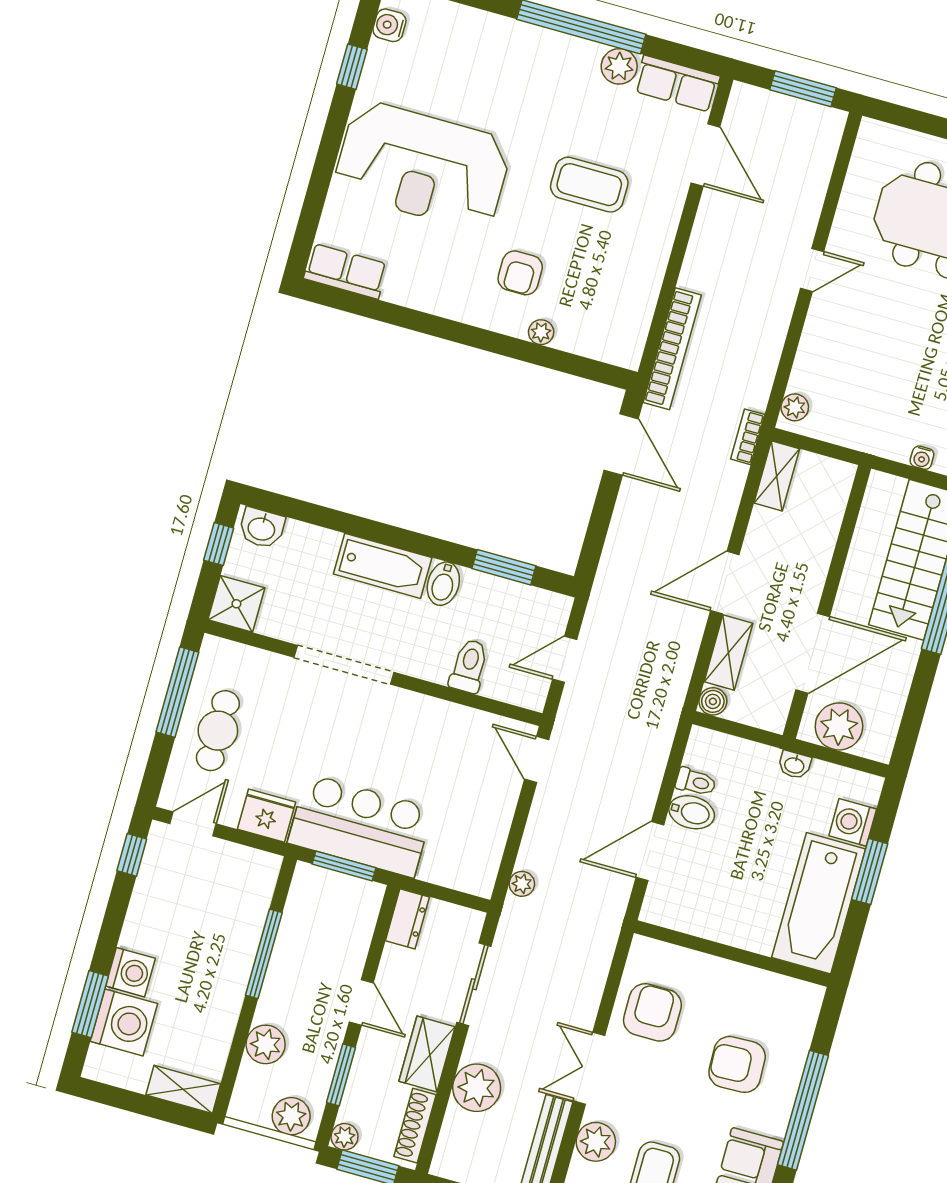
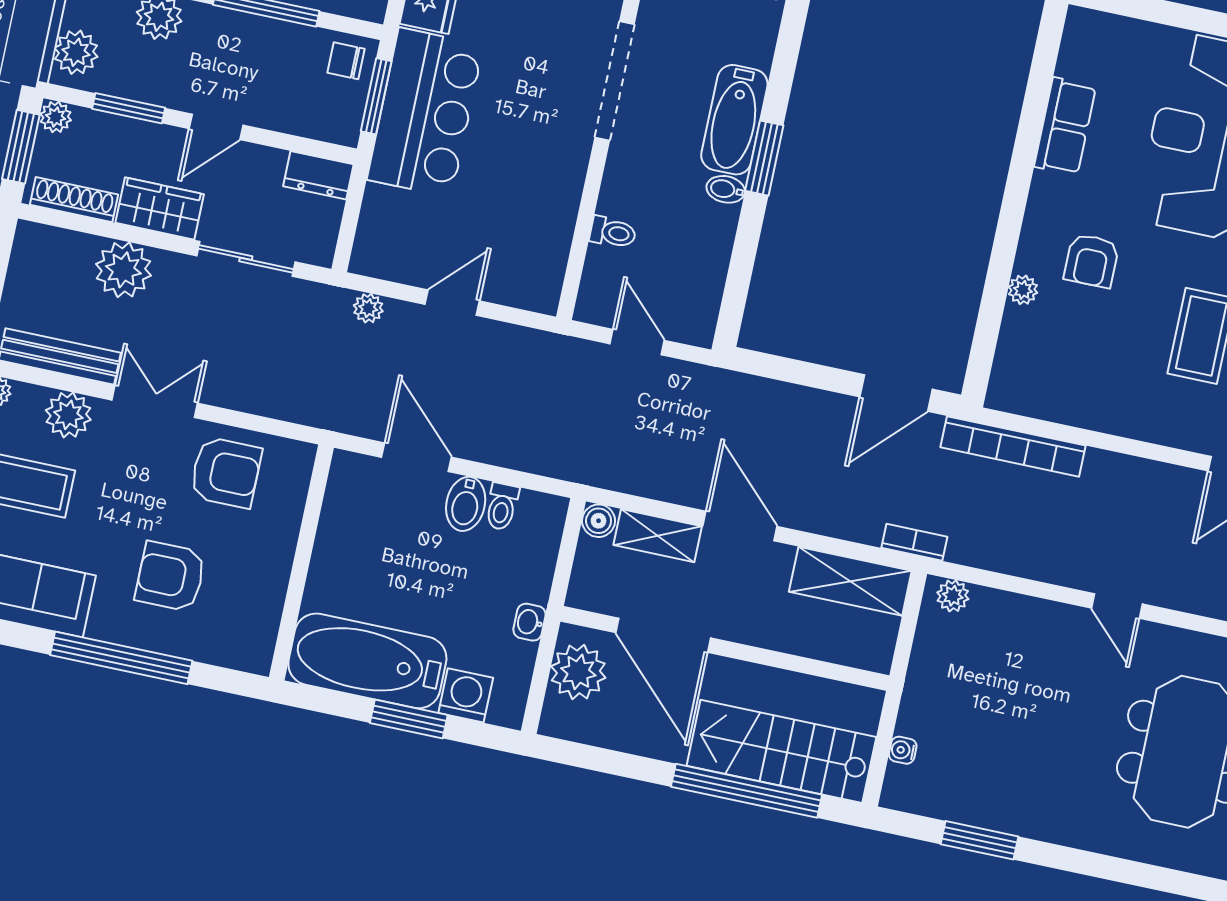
row of seats: (346, 271) -> (1065, 126), moved
armchair: (520, 273) -> (1092, 261), turned -90
shelving: (777, 476) -> (850, 581), width x1.50, depth x1.33
window: (504, 567) -> (764, 158), moved
bidet: (443, 584) -> (726, 189), width x0.72, depth x0.74
toilet: (469, 666) -> (613, 232), width x0.73, depth x0.72
door: (537, 759) -> (452, 303), moved
chair: (313, 890) -> (346, 61), added
armchair: (737, 1064) -> (170, 576), turned -88

